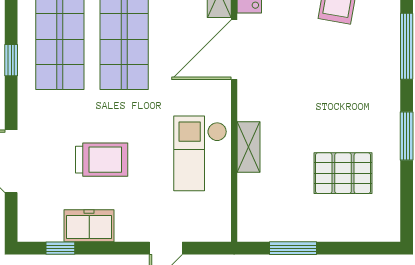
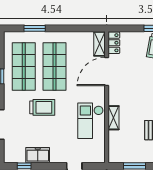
trolley: (102, 160) -> (42, 107), moved

